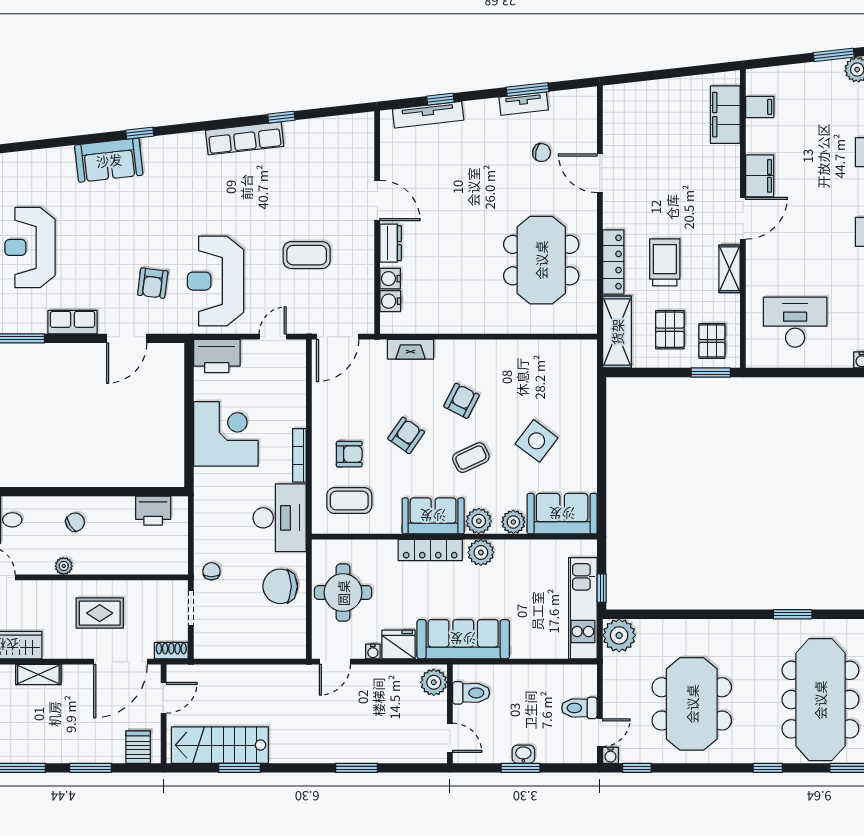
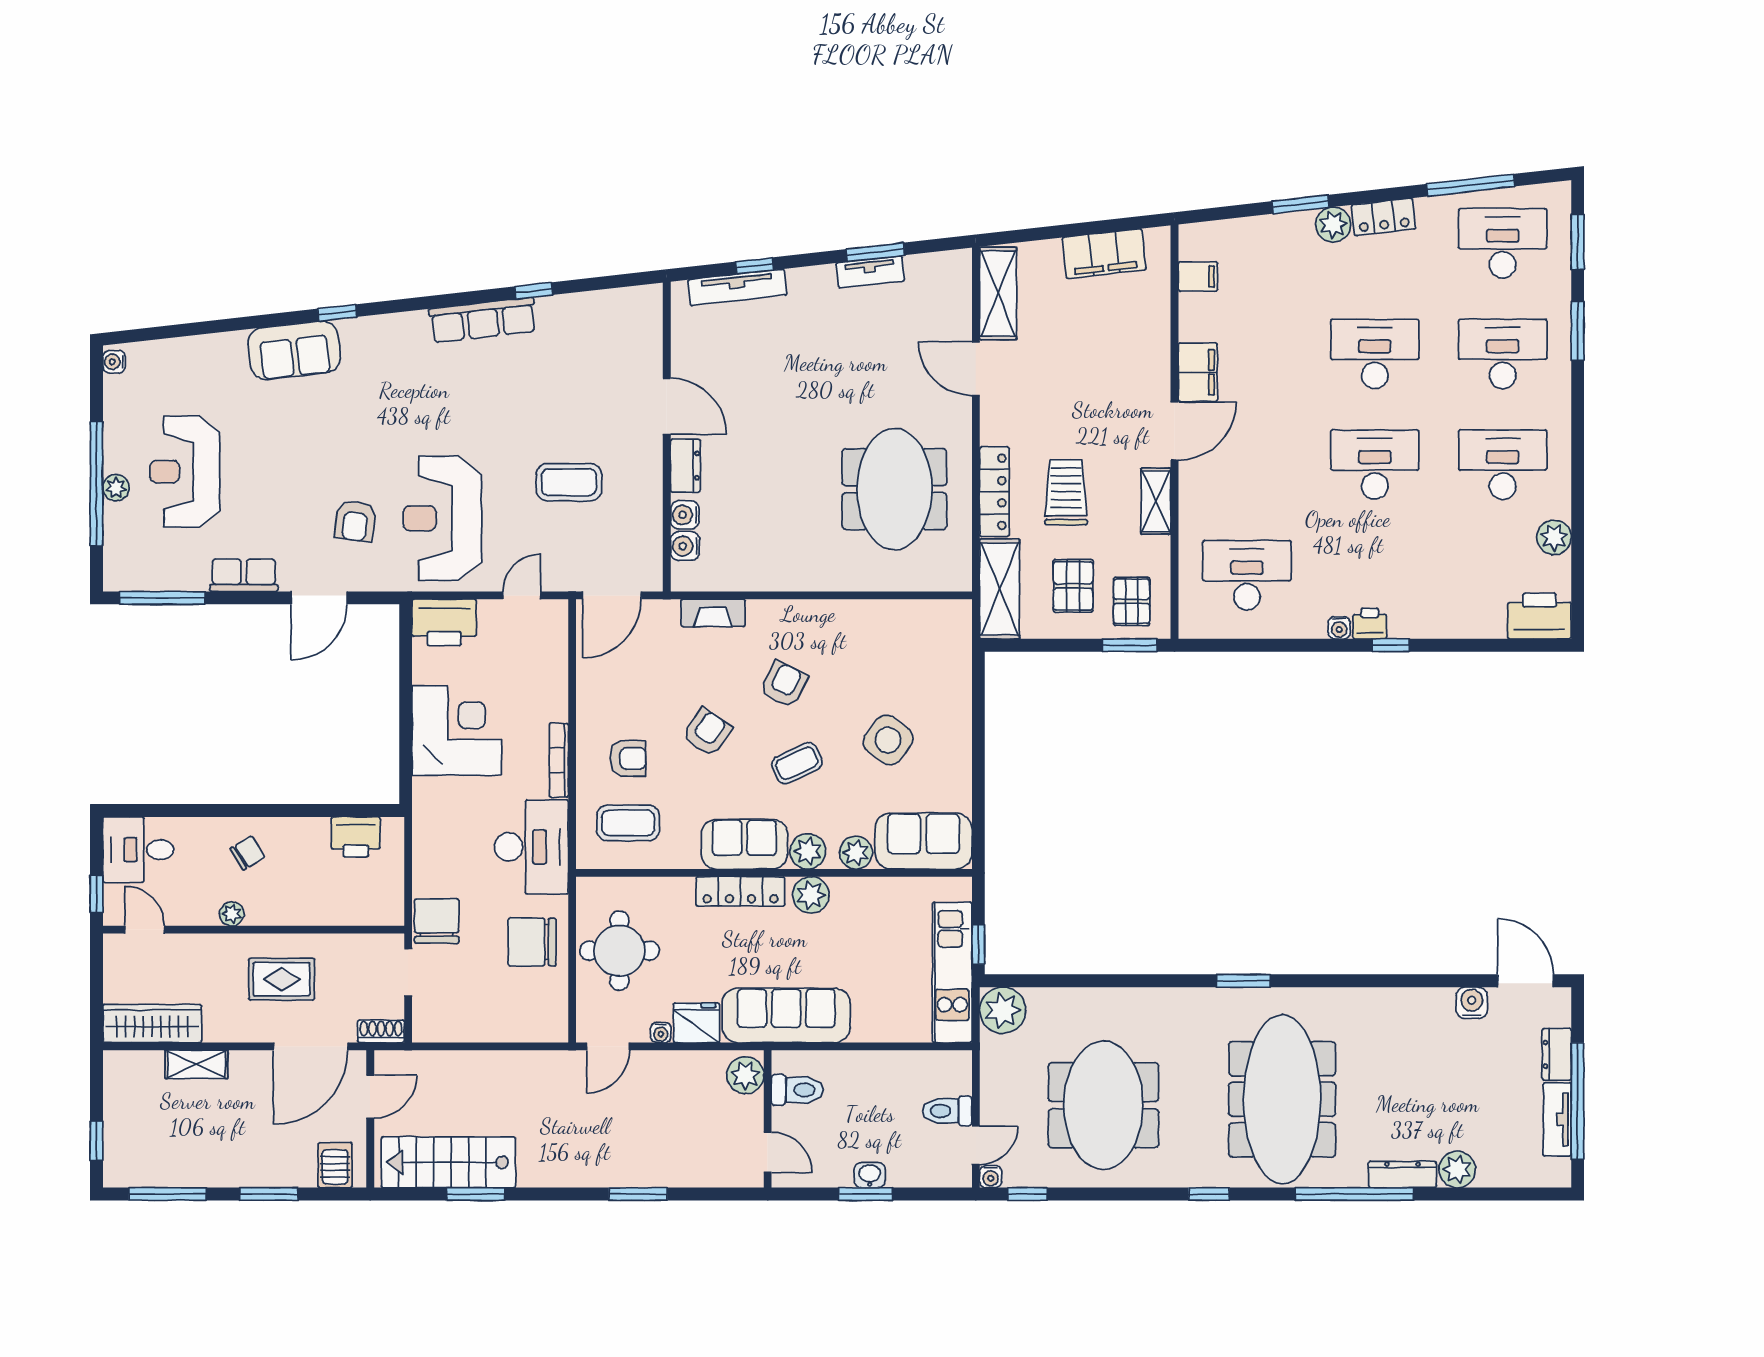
filing cabinet: (725, 115) -> (1104, 254), moved, turned -96
shelving: (616, 119) -> (998, 293), added
chair: (542, 153) -> (895, 340), removed
chair: (211, 571) -> (437, 921), width x1.87, depth x1.87

